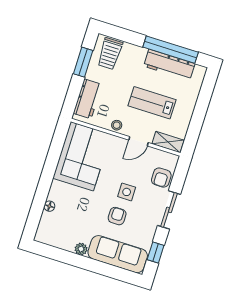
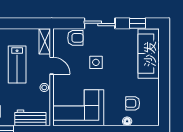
armchair: (117, 216) -> (133, 103), moved
plant: (81, 249) -> (154, 85), removed

